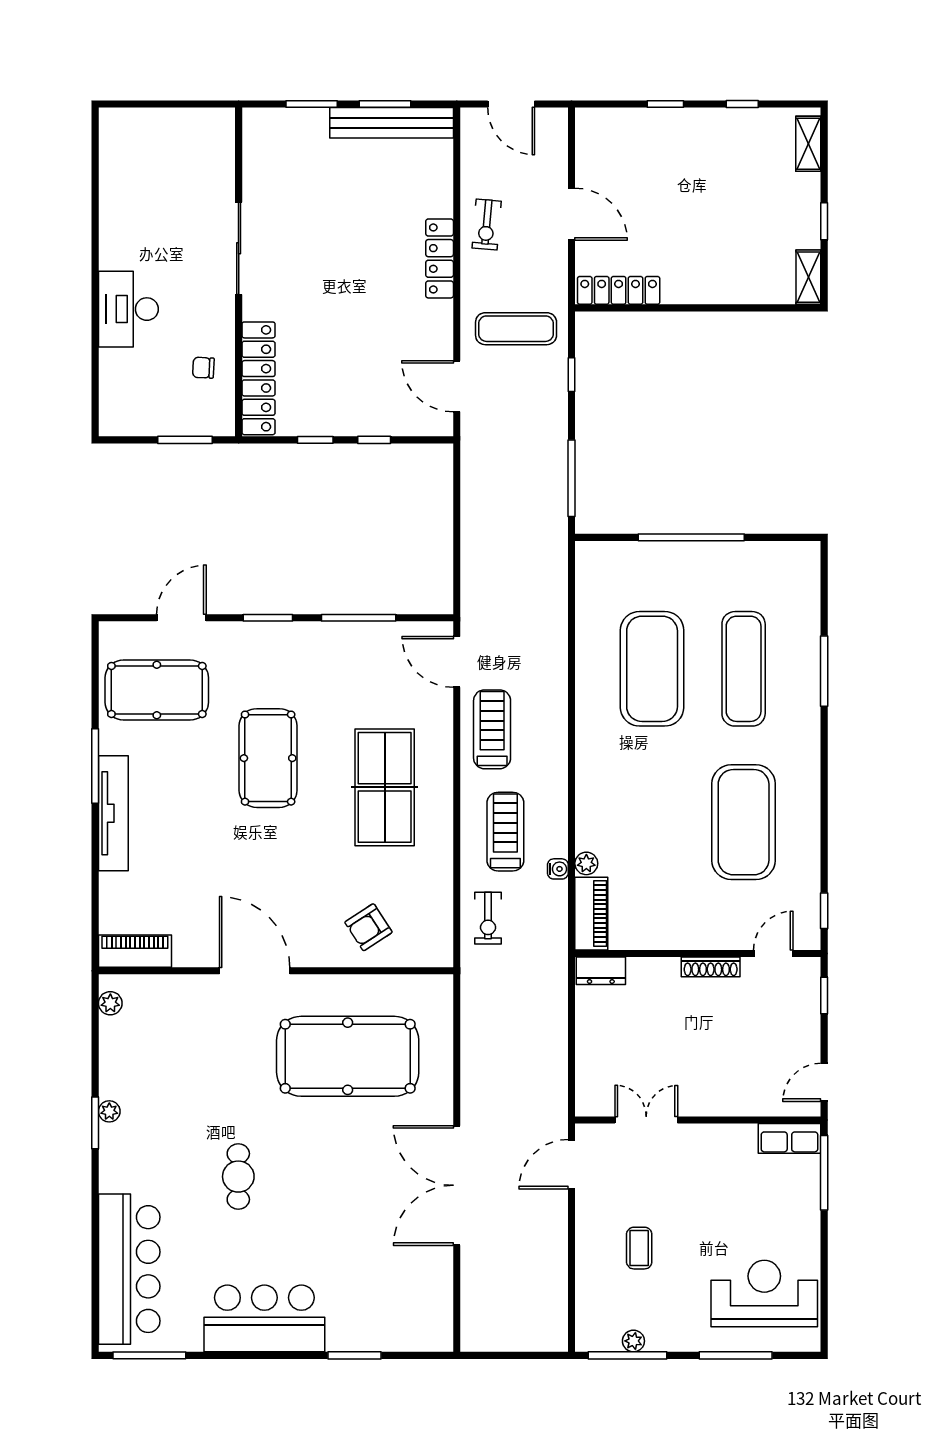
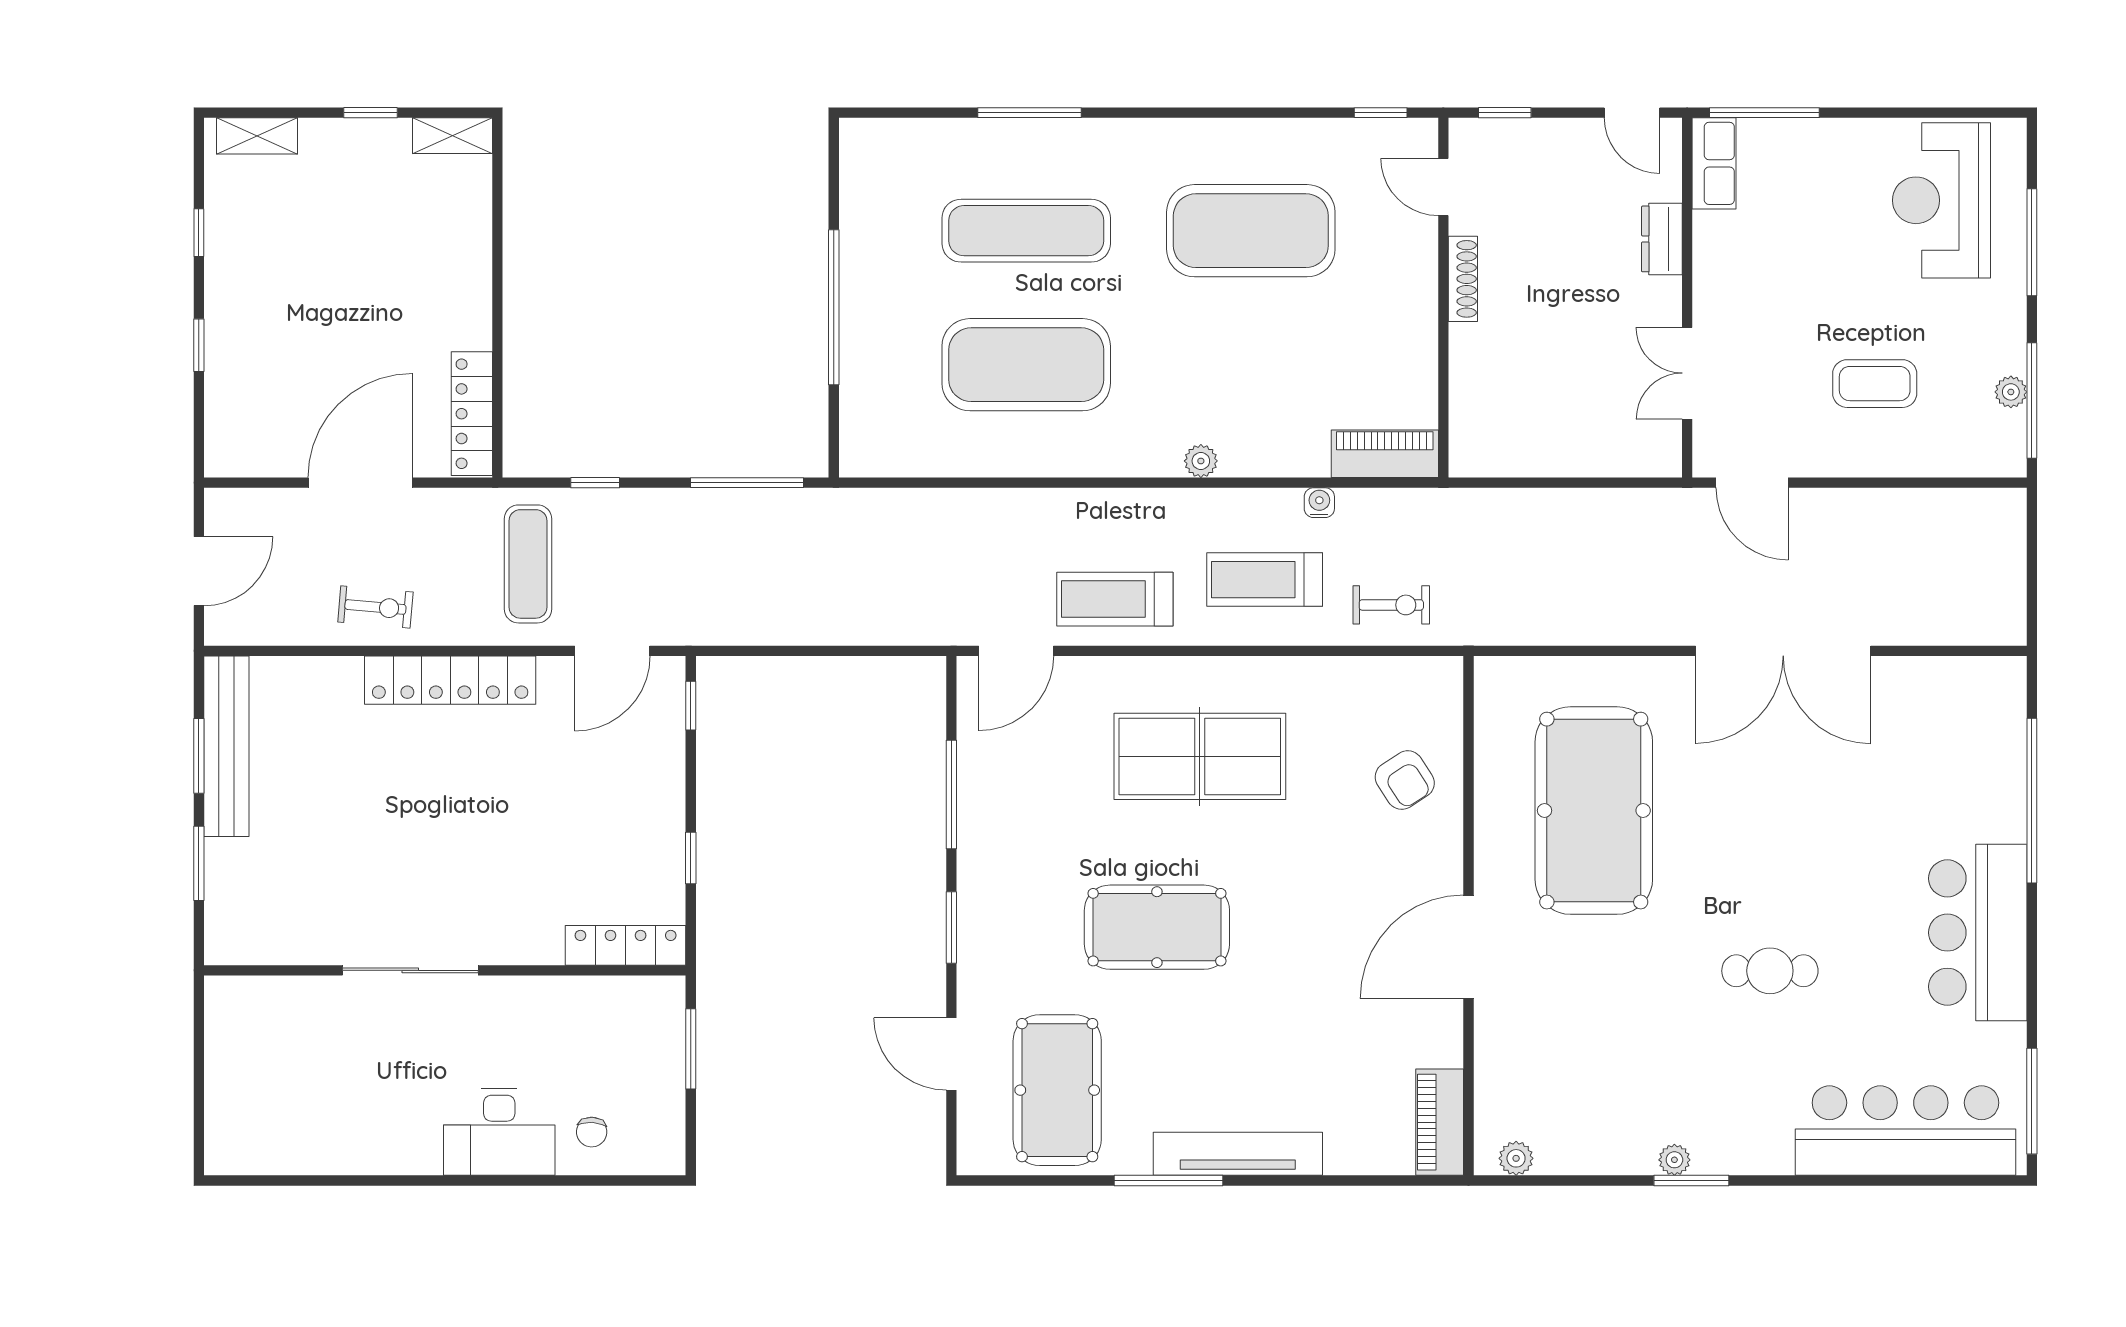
door: (572, 214) -> (360, 483), width x1.36
locker: (440, 258) -> (450, 680), width x1.41, depth x1.21
chair: (203, 368) -> (592, 1132), moved
locker: (258, 378) -> (626, 945), width x0.71, depth x0.83
window: (374, 440) -> (691, 706), moved
plant: (586, 863) -> (1201, 461), moved
dresser: (601, 971) -> (1662, 239), moved, turned 180
coffee table: (639, 1248) -> (1875, 384), width x1.36, depth x1.30
window: (354, 1355) -> (2032, 801), width x2.11

